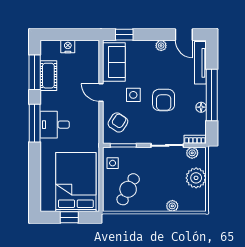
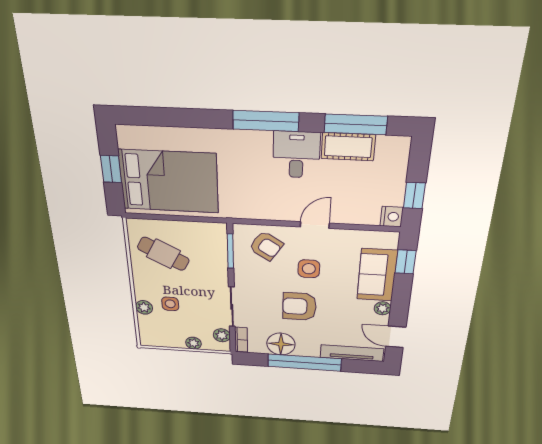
window: (78, 35) -> (414, 196), added
door: (184, 35) -> (396, 337), hinge flipped
nightstand: (68, 46) -> (392, 217), moved
sofa: (114, 62) -> (377, 275), moved, turned 90
floor lamp: (201, 107) -> (281, 344), width x1.89, depth x1.89
desk: (55, 125) -> (296, 155), moved
side table: (113, 163) -> (170, 304), moved
plant: (196, 178) -> (193, 343), width x0.53, depth x0.53

